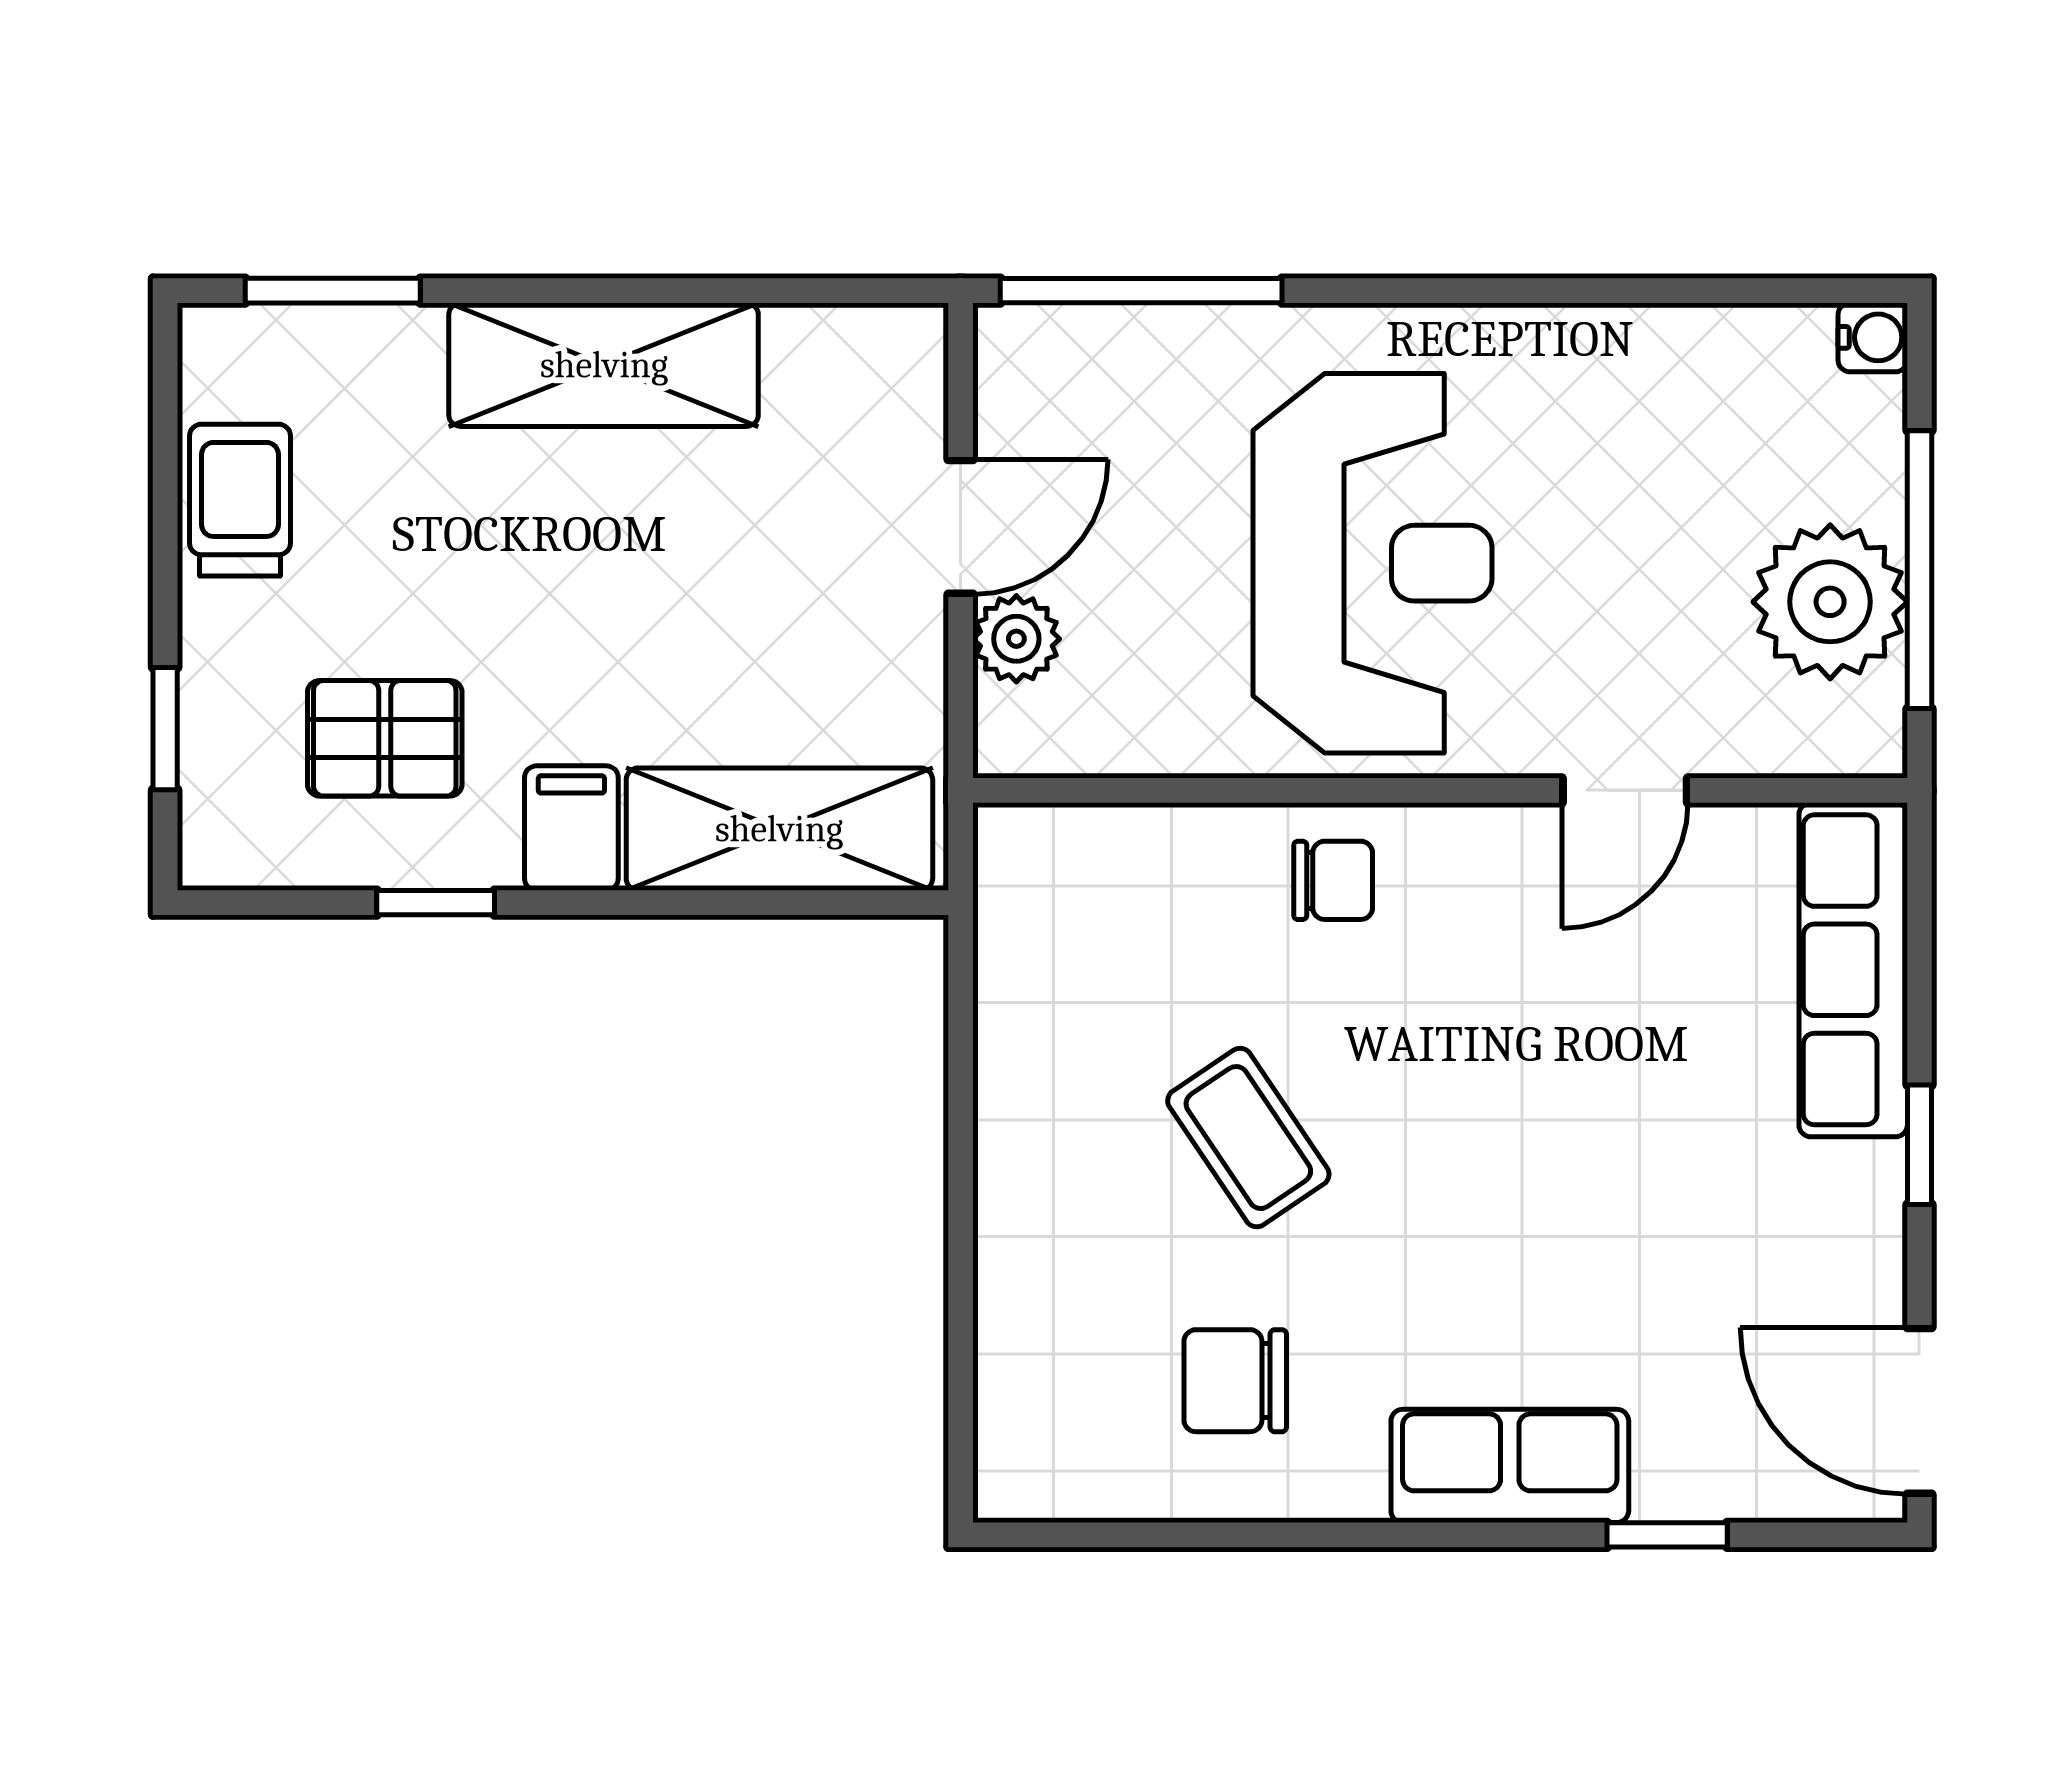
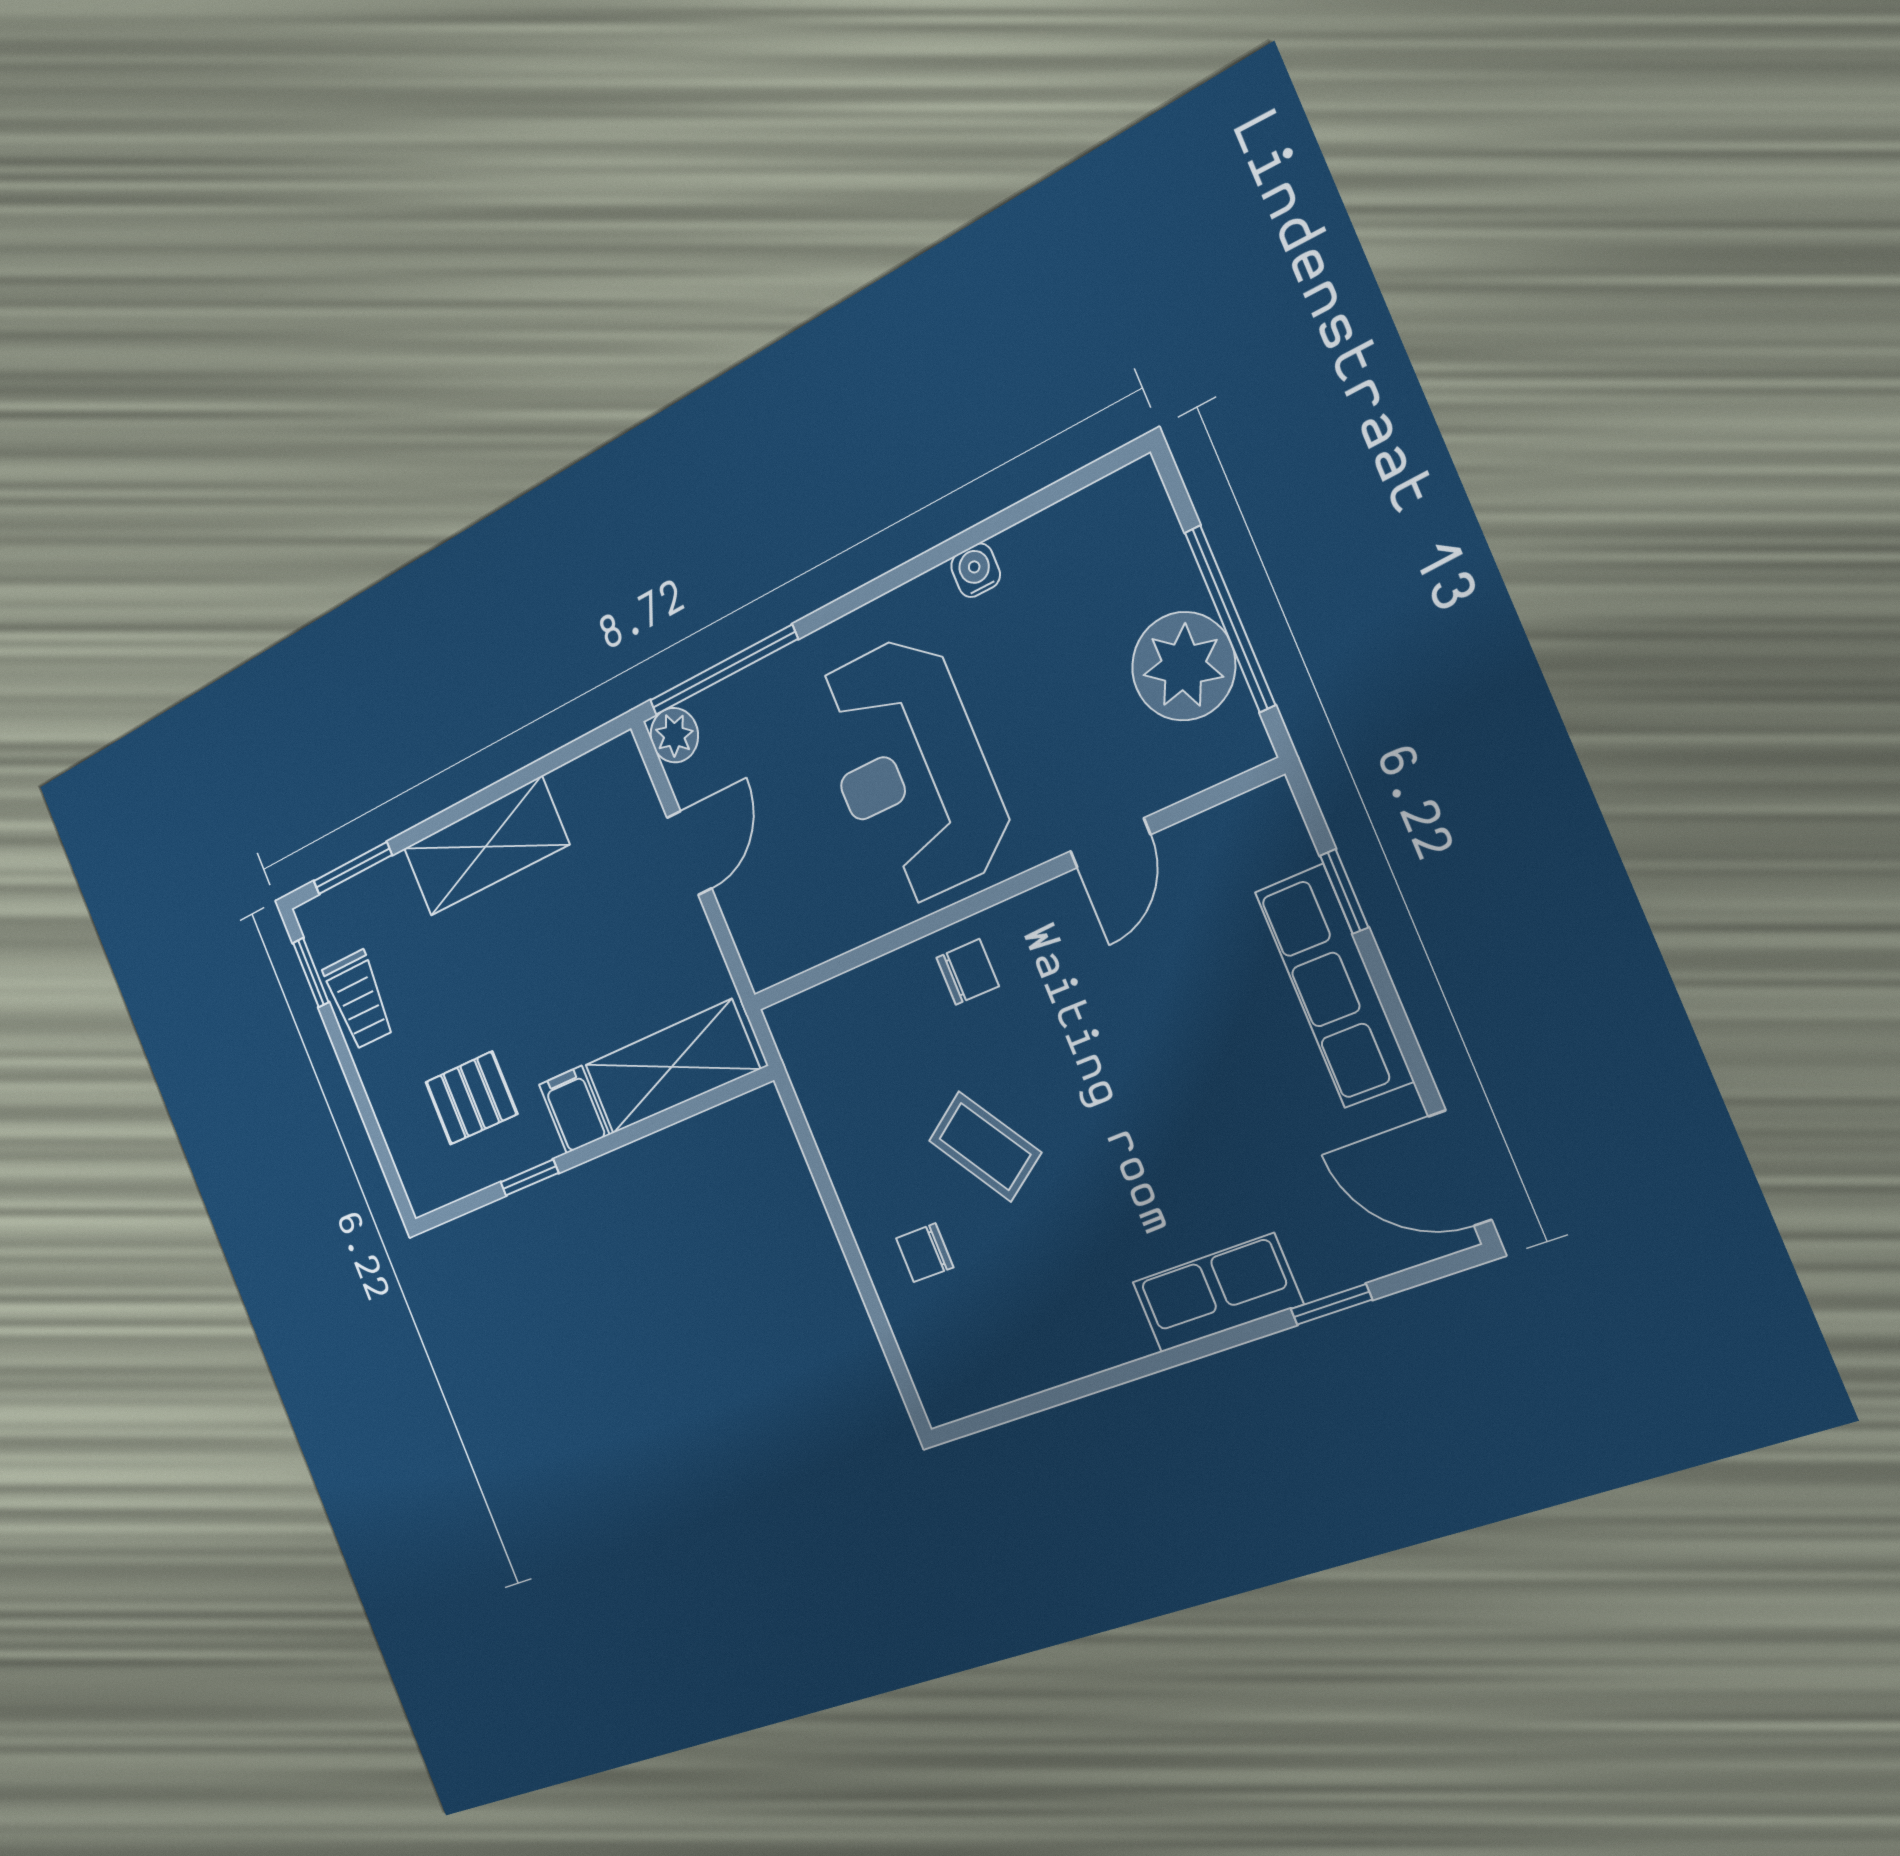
water cooler: (1873, 337) -> (976, 570), moved, turned -90
trolley: (240, 500) -> (359, 1000), turned 180
reception desk: (1372, 563) -> (910, 770), turned 180
plant: (1016, 639) -> (674, 735), moved
window: (165, 729) -> (311, 973), moved
row of seats: (1853, 970) -> (1334, 986), moved
window: (1919, 1145) -> (1344, 892), moved
chair: (1235, 1381) -> (925, 1253), moved, width x0.73, depth x0.73

